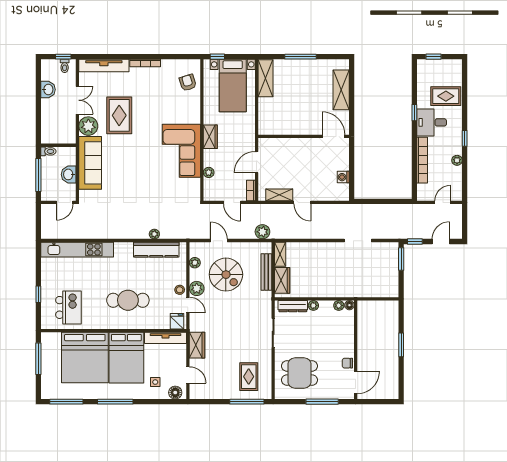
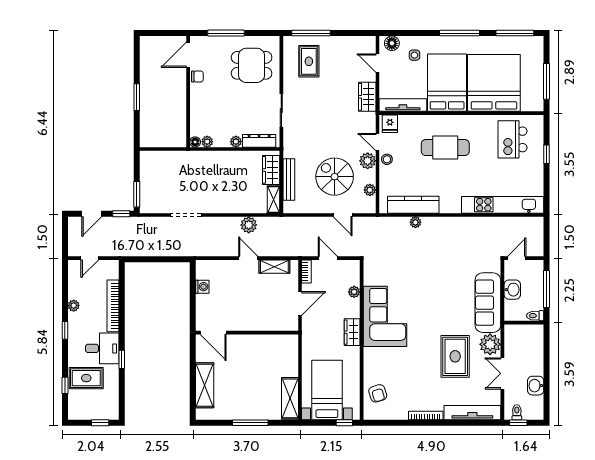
window: (465, 90) -> (65, 385), added
plant: (262, 232) -> (249, 225), moved

